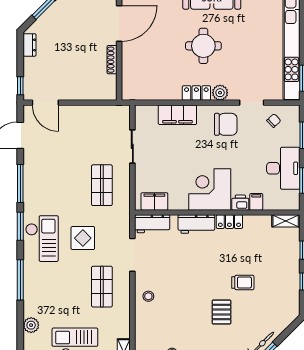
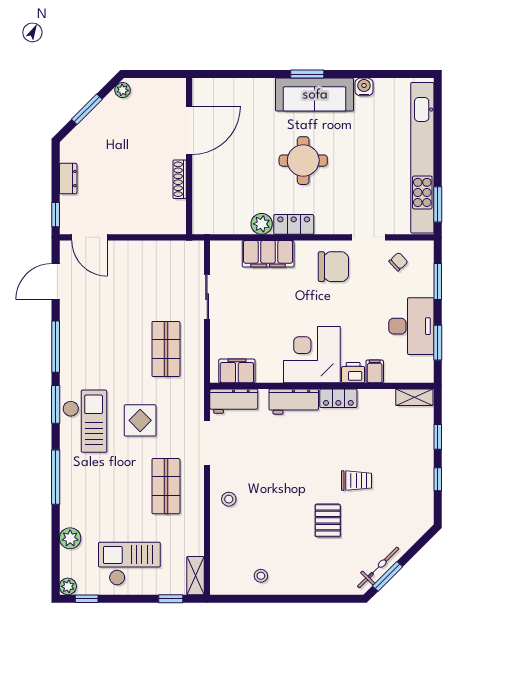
dresser: (30, 45) -> (68, 179), moved
plant: (220, 93) -> (262, 224), moved

